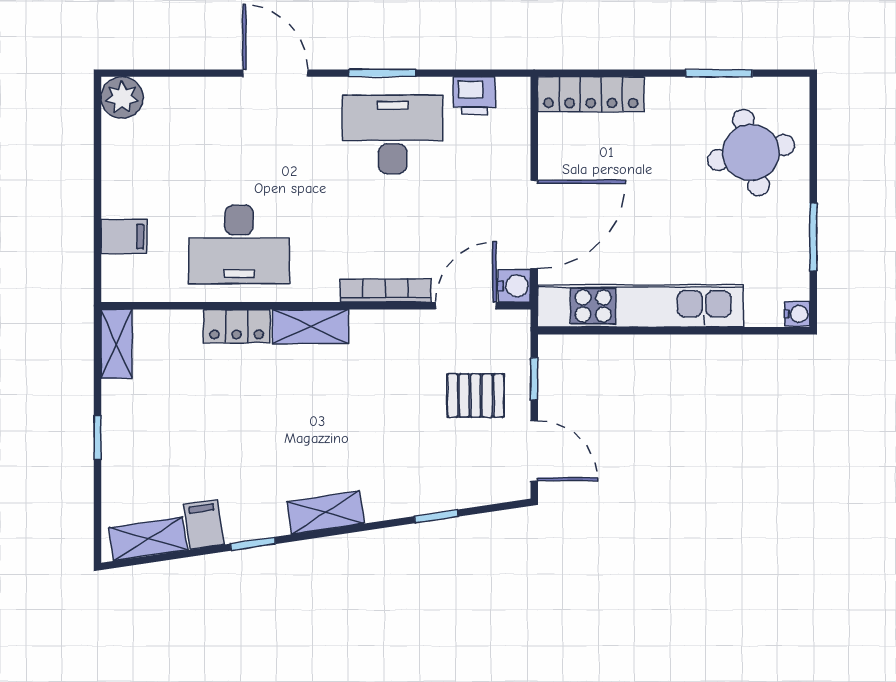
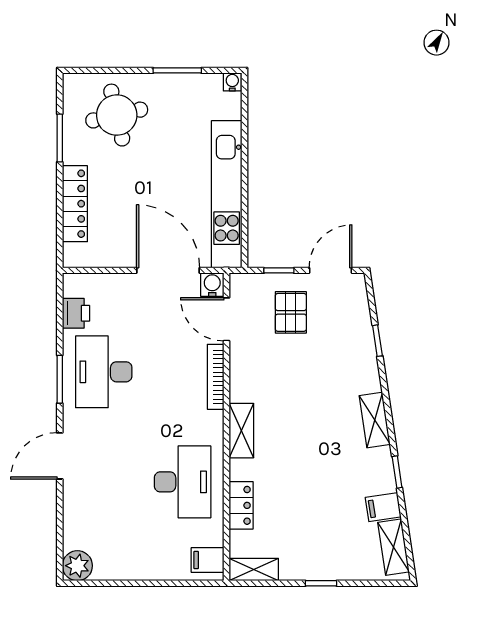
locker: (591, 94) -> (75, 204), moved
filing cabinet: (124, 237) -> (208, 560), moved, turned -90
locker: (237, 326) -> (241, 505), moved

